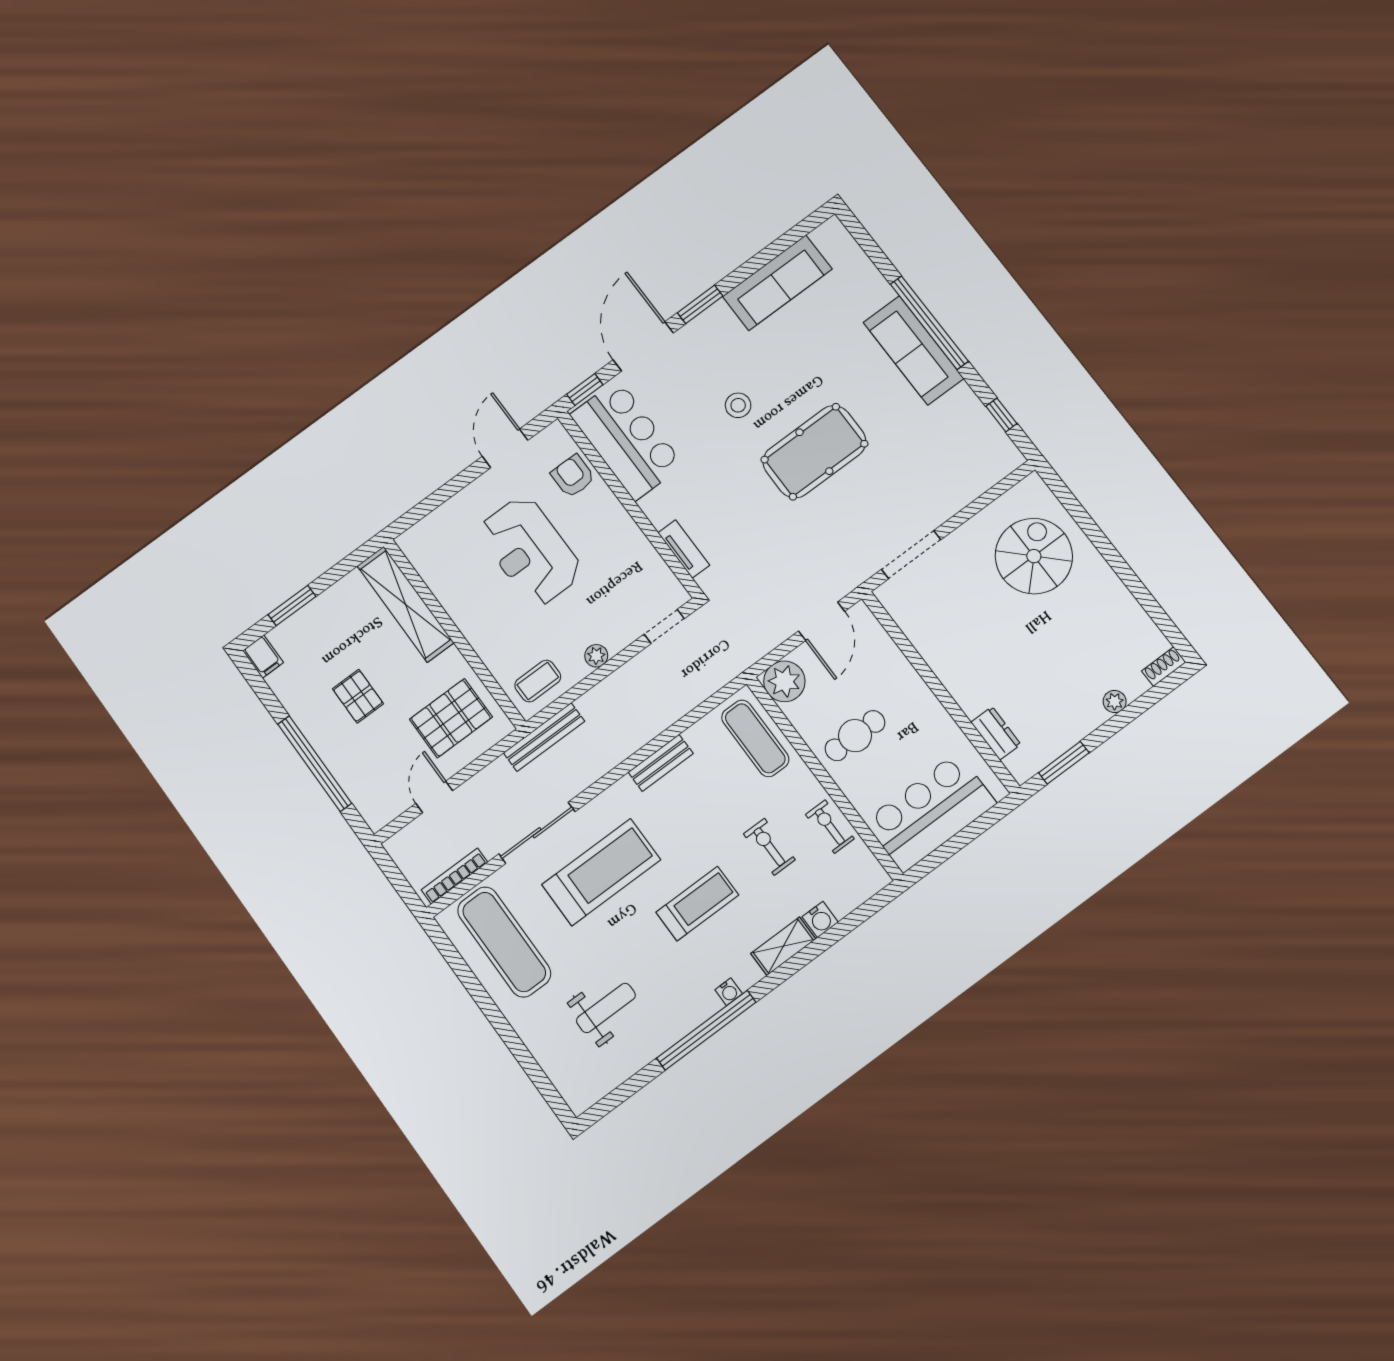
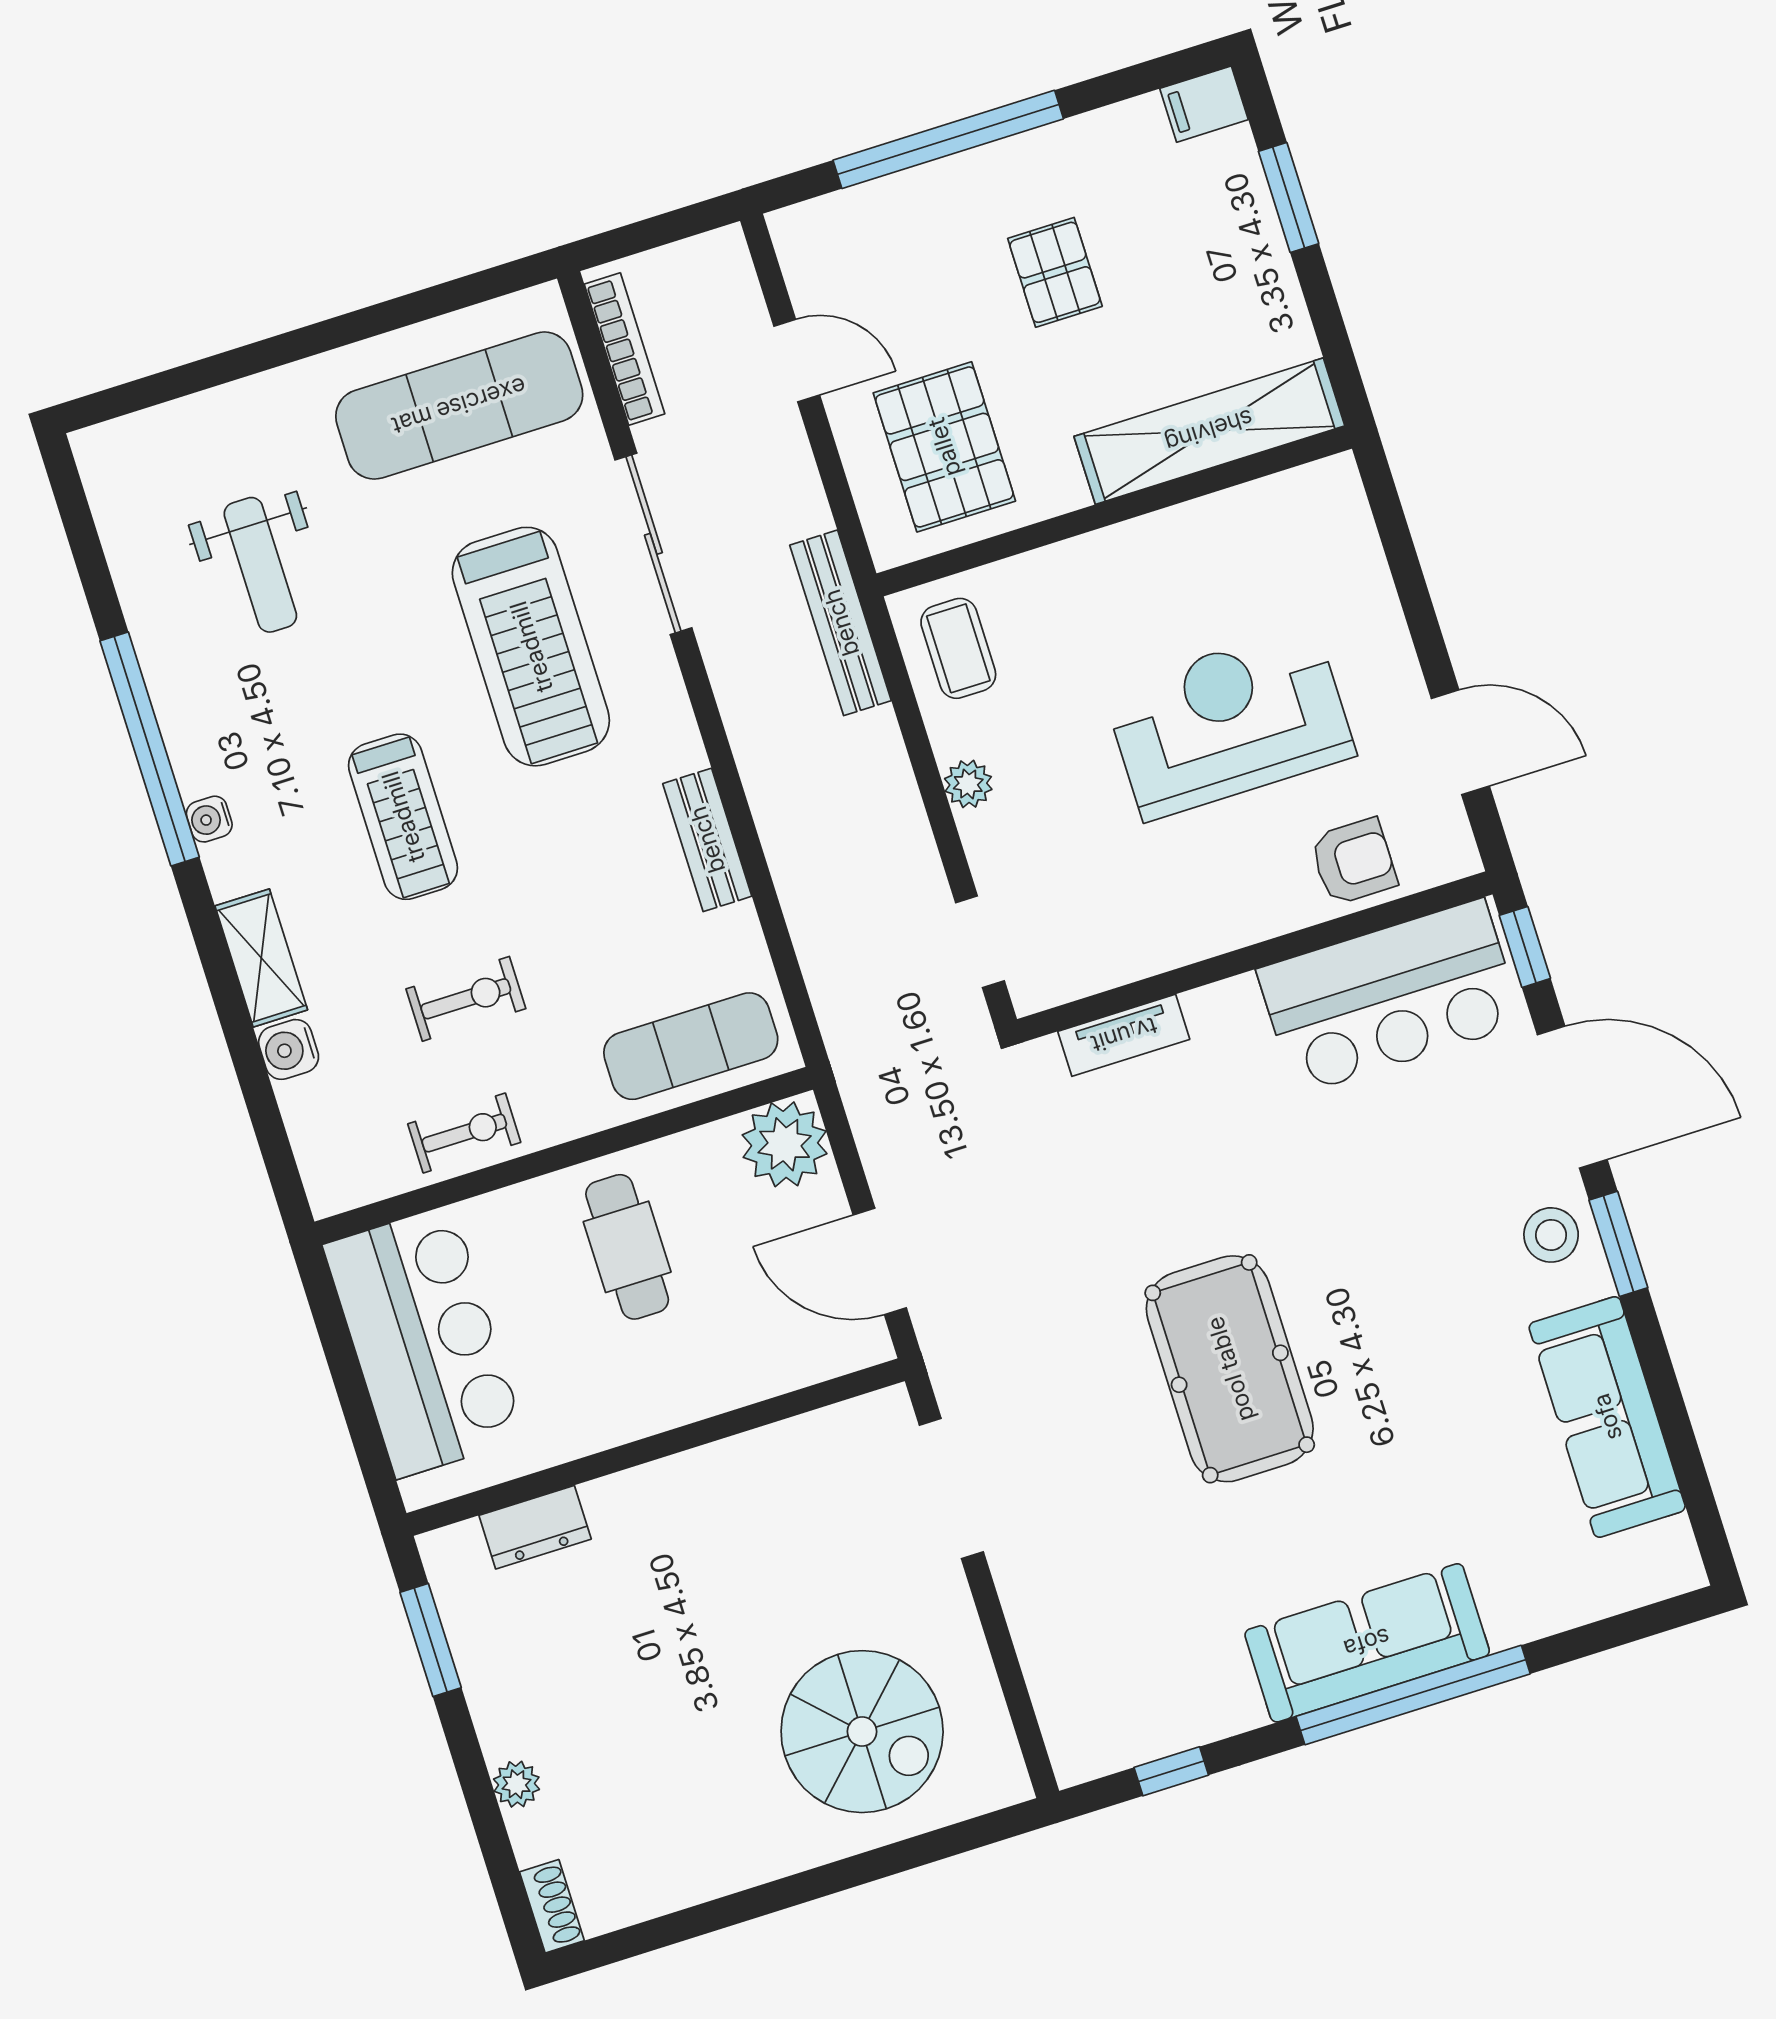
stool: (738, 405) -> (1551, 1235), moved
pallet: (358, 696) -> (1055, 272), turned 90

